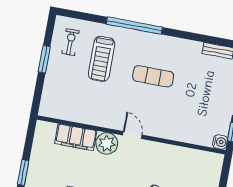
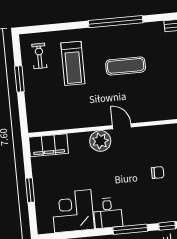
window: (134, 26) -> (116, 22), moved
filing cabinet: (76, 137) -> (48, 145), moved

